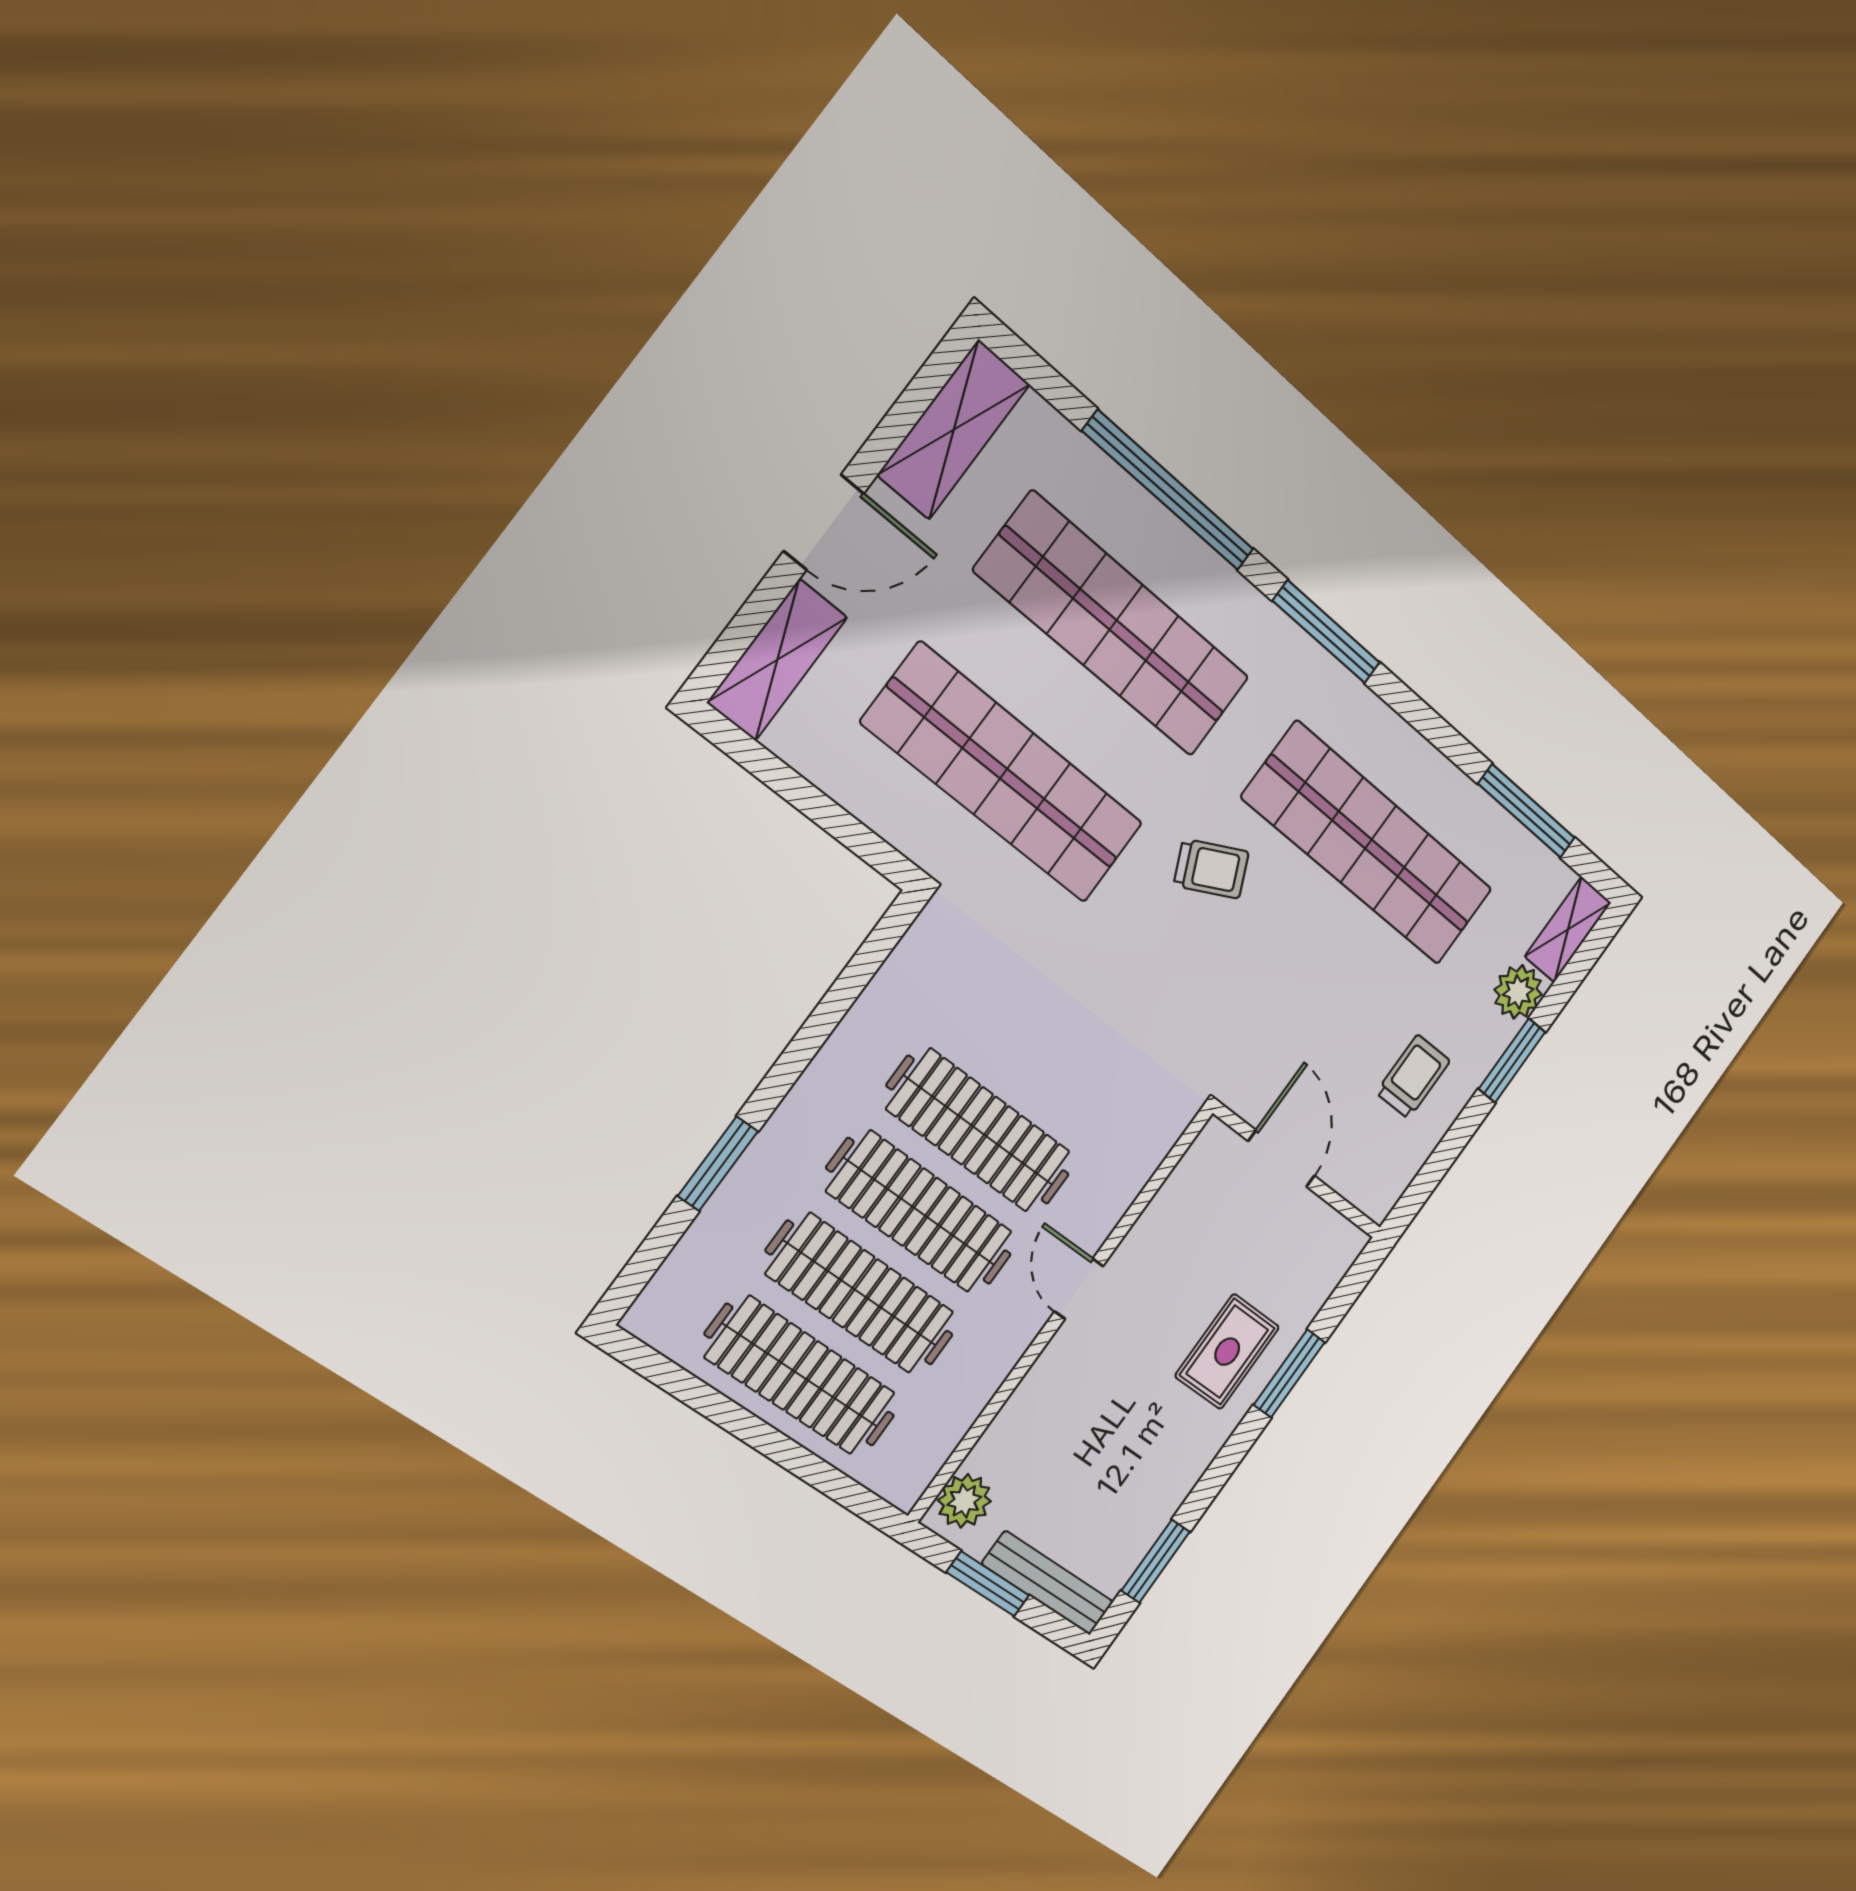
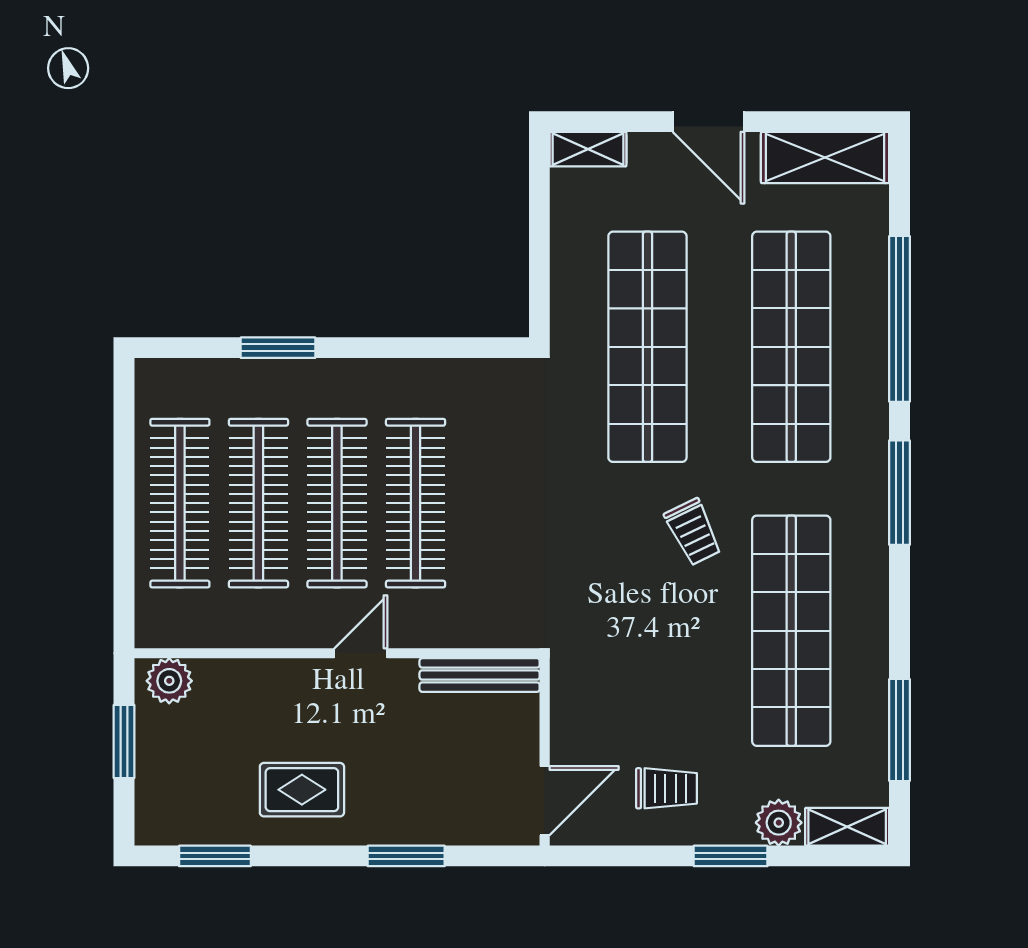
shelving: (777, 660) -> (588, 149), width x0.67, depth x0.75
door: (1281, 1159) -> (545, 801), moved
rug: (1227, 1352) -> (302, 790), moved
bench: (1048, 1583) -> (480, 675), moved, turned 90

